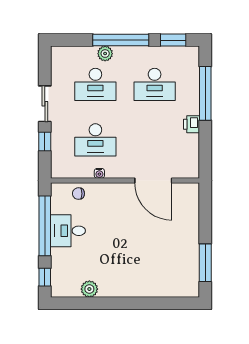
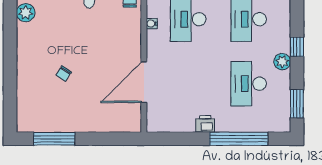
window: (121, 40) -> (297, 47), width x0.32
plant: (105, 54) -> (282, 62), moved
chair: (145, 254) -> (64, 74), added

